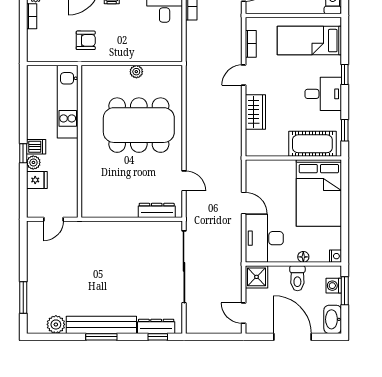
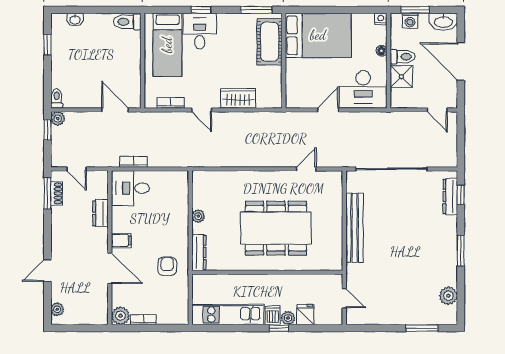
desk: (323, 94) -> (200, 31), moved
kitchen unit: (68, 102) -> (228, 315), moved, turned 180
dining table: (139, 125) -> (276, 228), moved, turned 90
window: (345, 130) -> (256, 10), width x1.50
dresser: (157, 210) -> (199, 252), moved, turned 180
shower: (256, 277) -> (401, 77), moved
door: (244, 313) -> (437, 110), hinge flipped
bench: (101, 325) -> (355, 228), moved
door: (293, 337) -> (461, 62), hinge flipped

